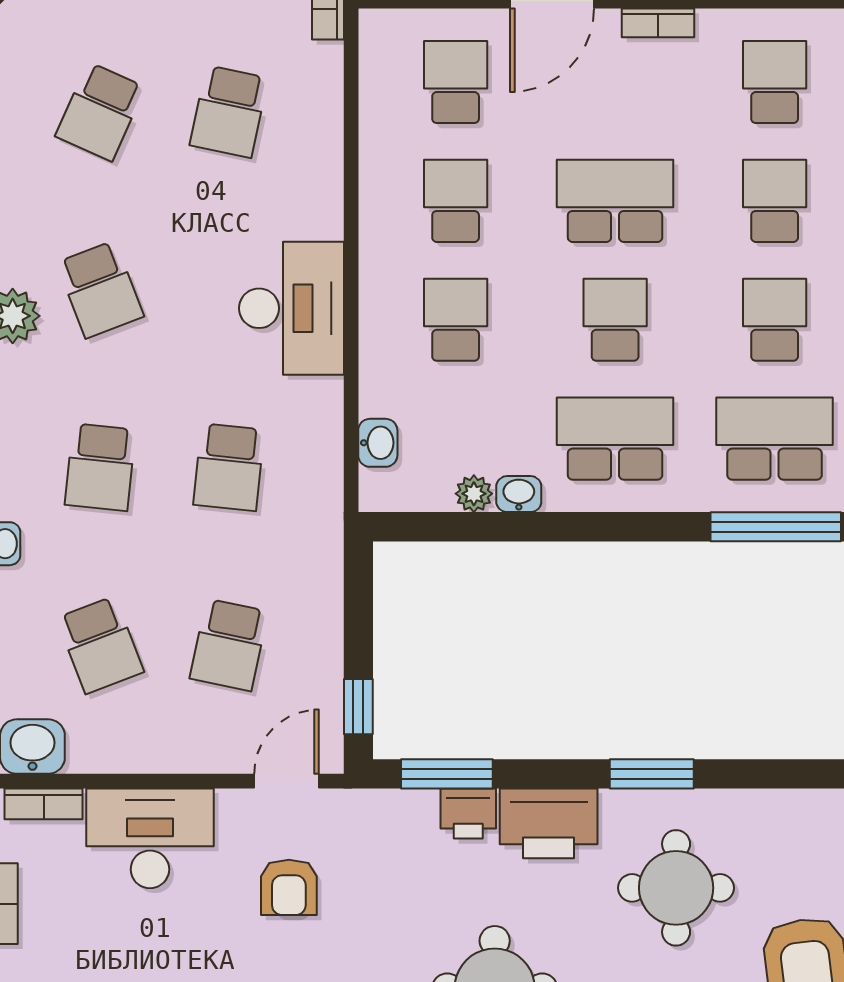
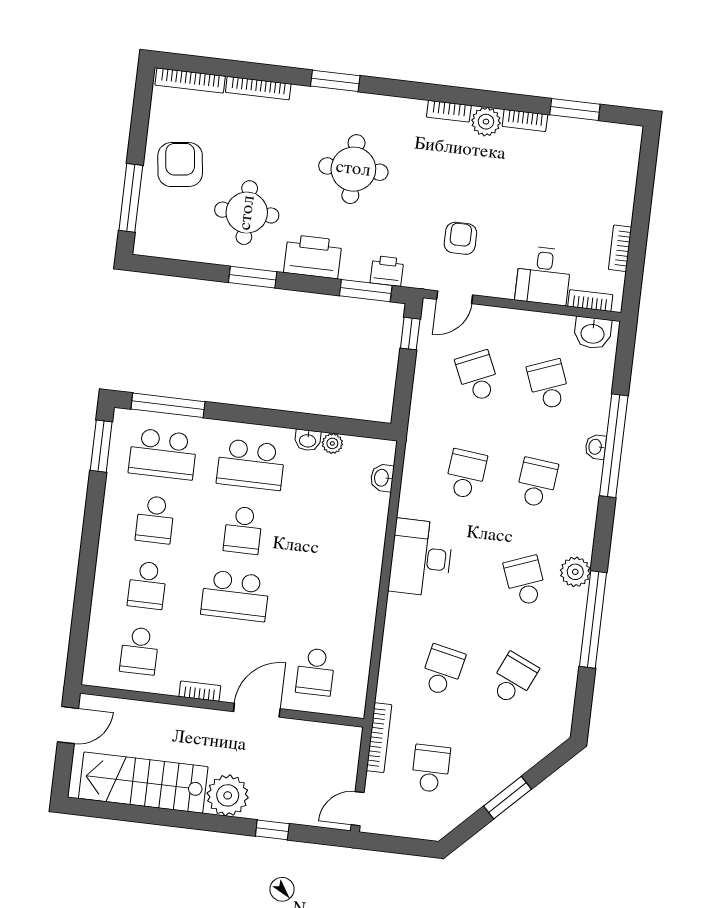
school desk: (456, 201) -> (323, 606), removed
school desk: (456, 320) -> (331, 541), removed
school desk: (229, 645) -> (478, 376), turned -36
printer: (468, 814) -> (387, 271), moved
desk: (150, 838) -> (543, 276), width x0.73

